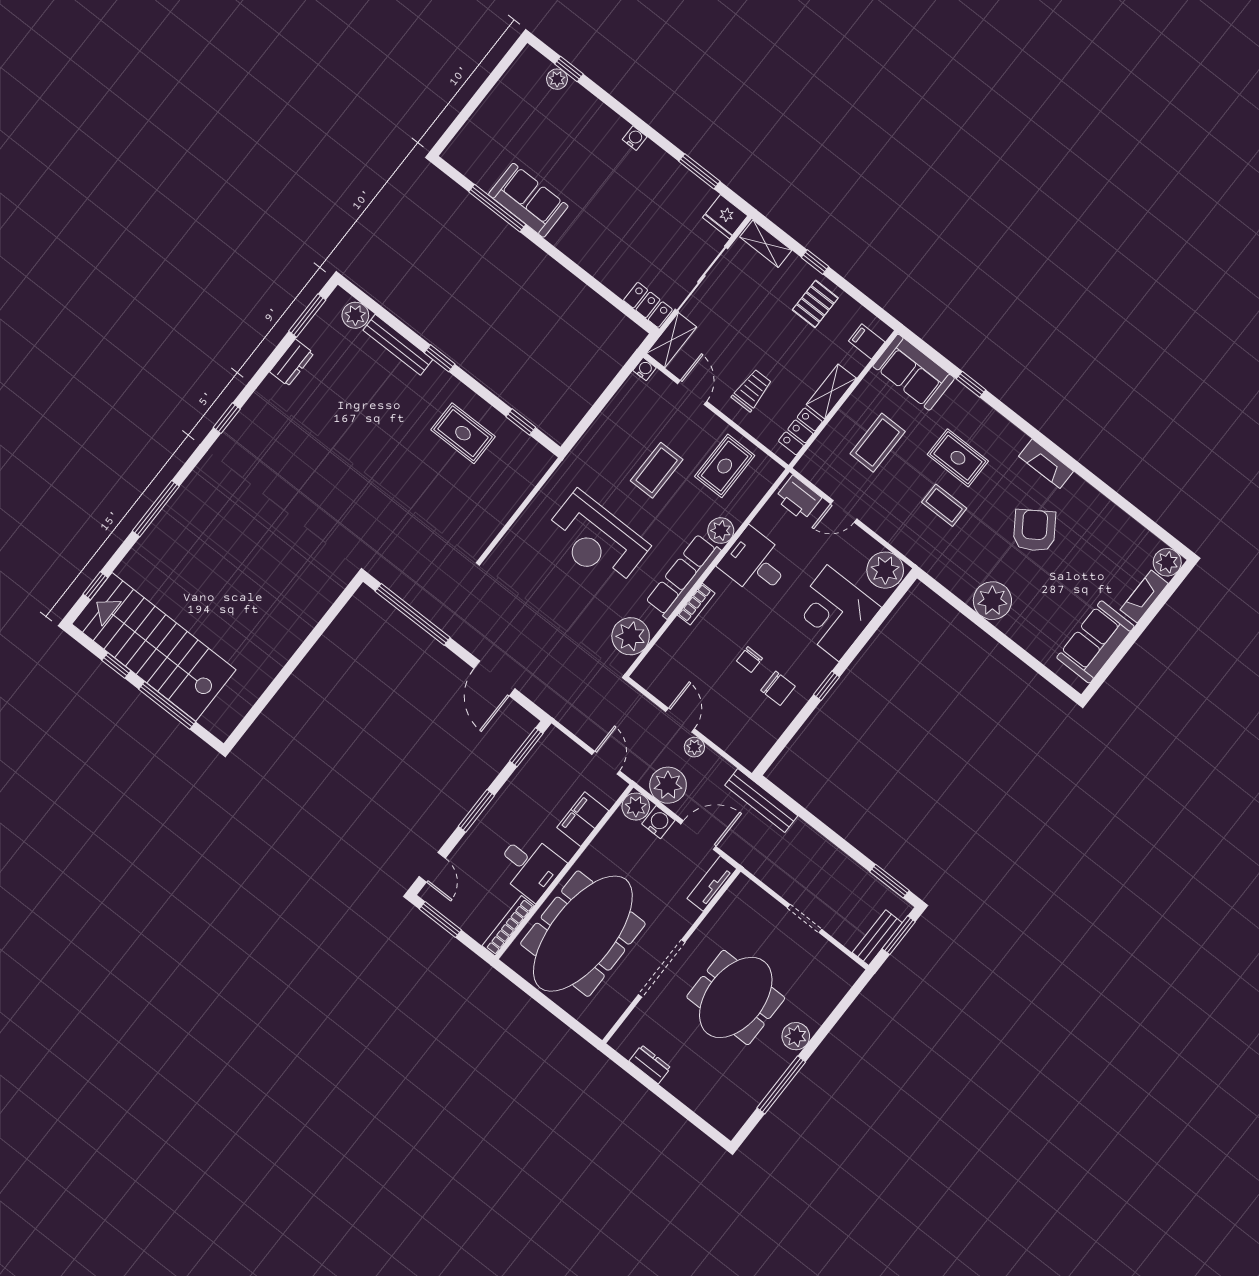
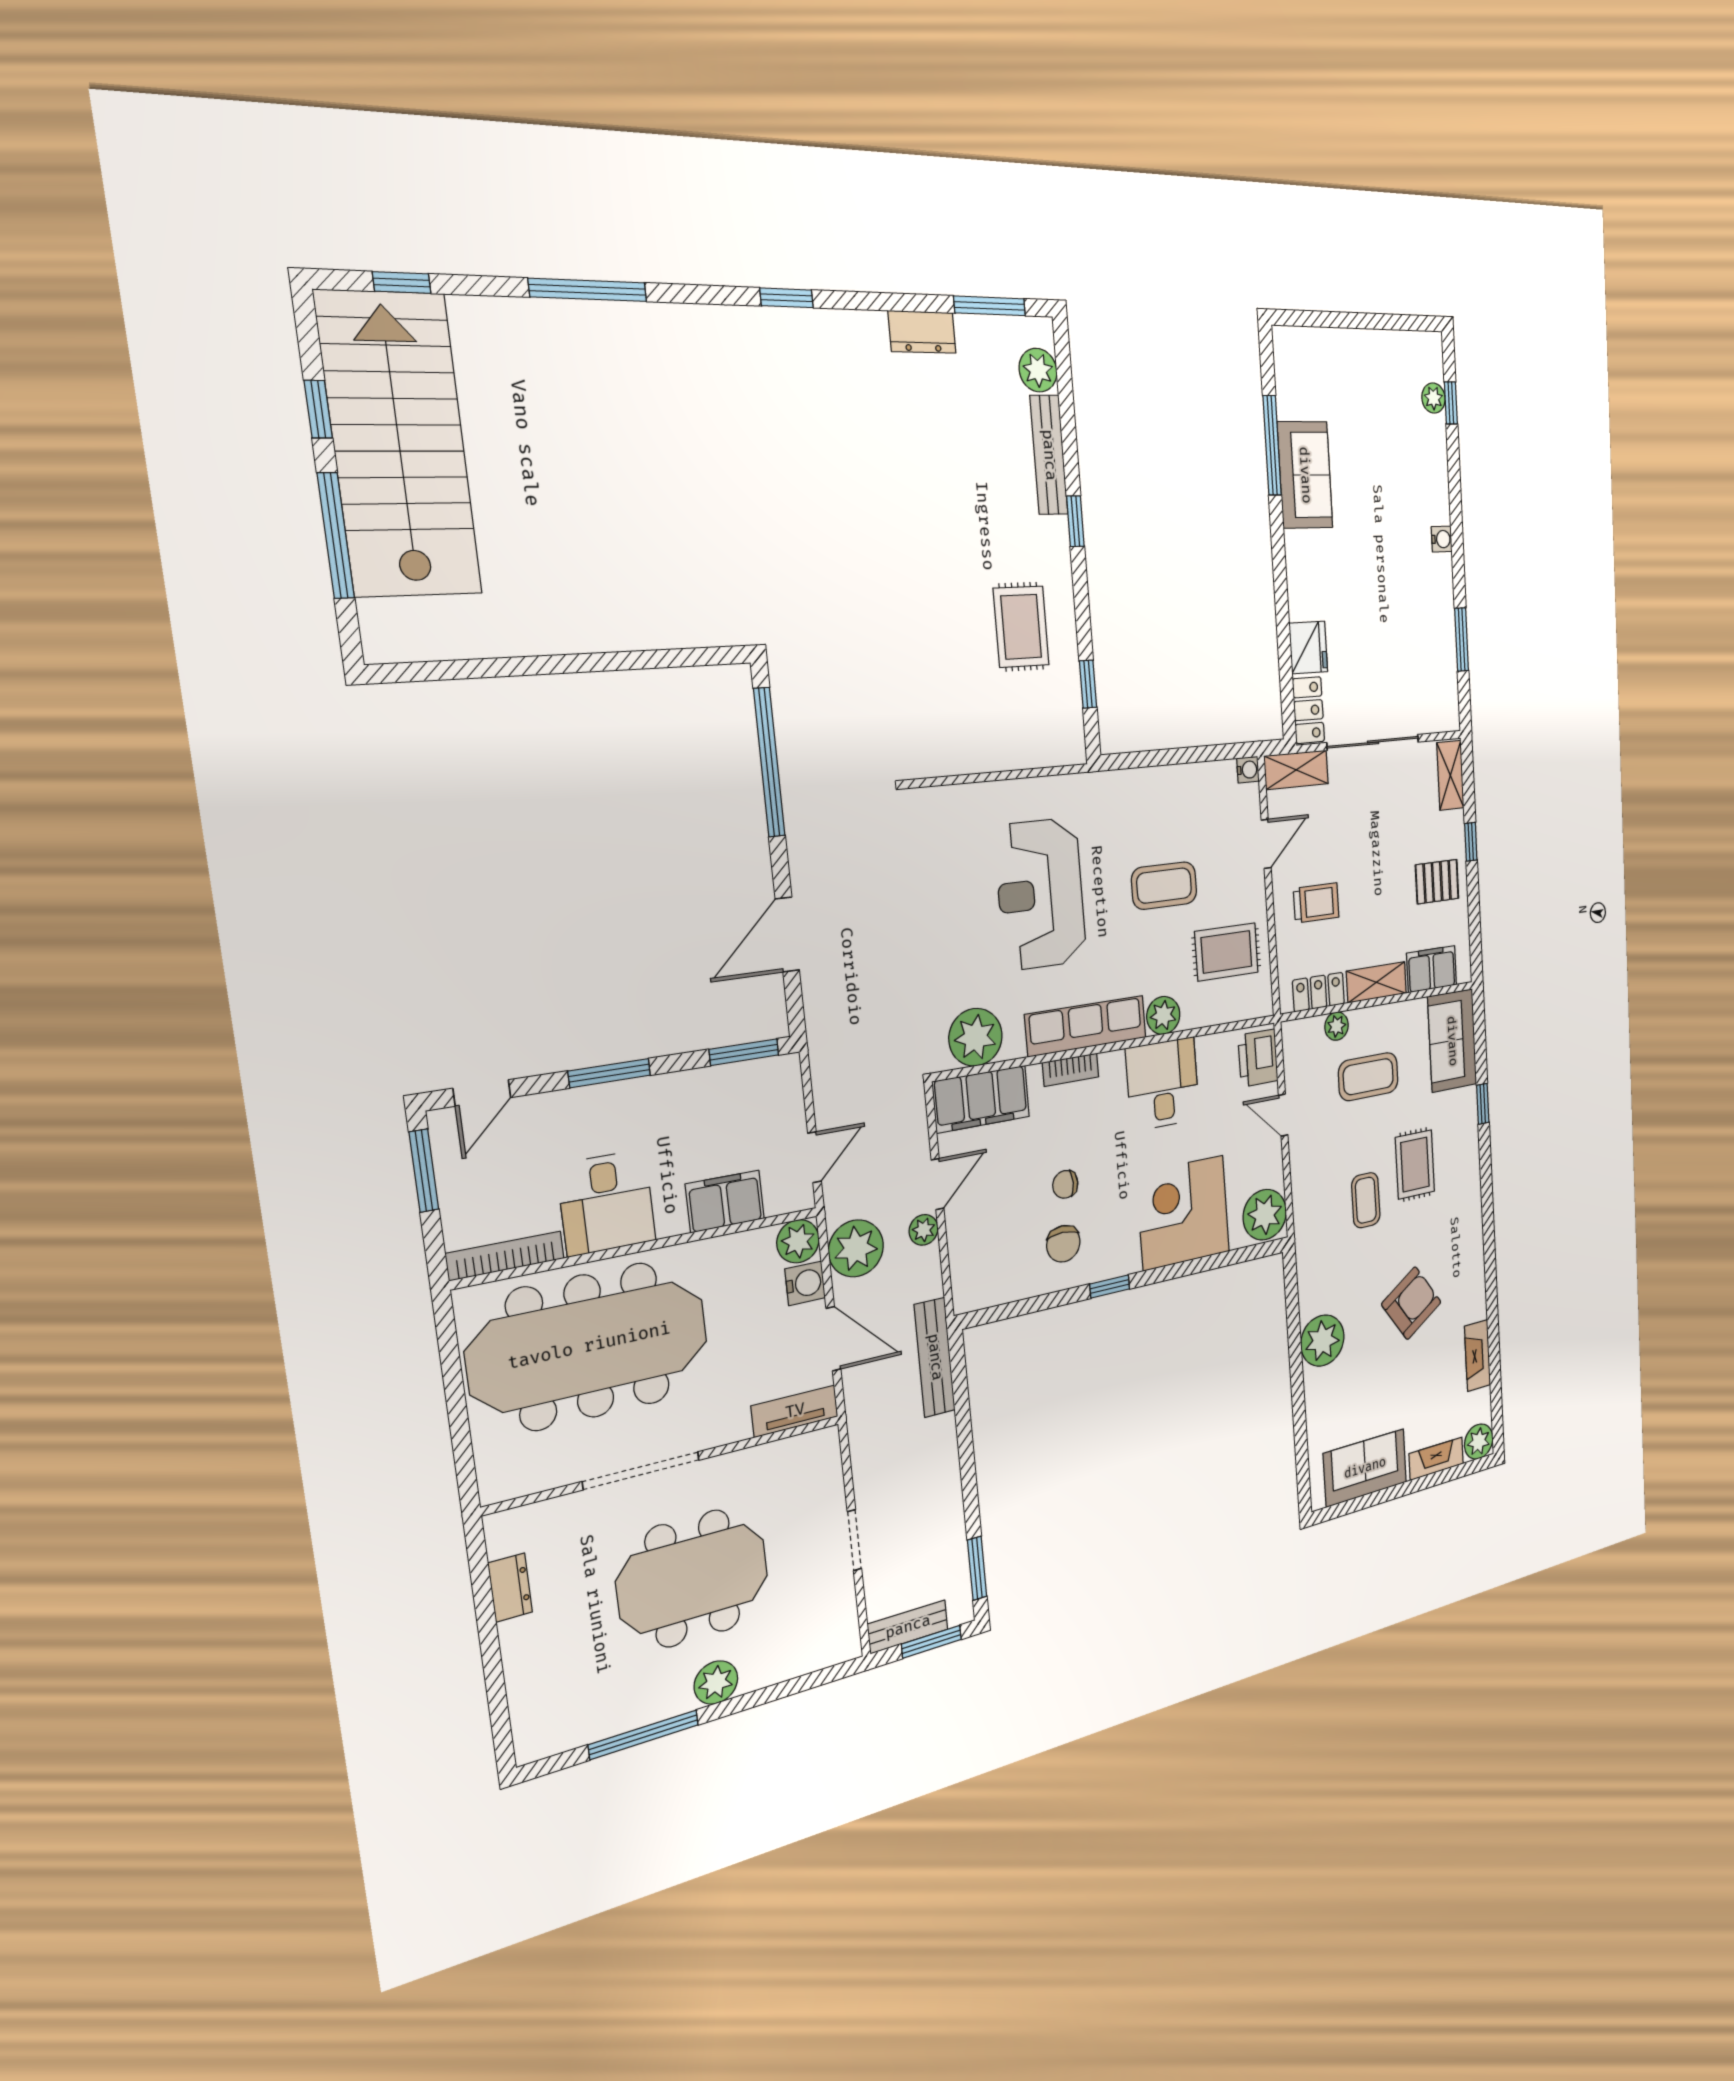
fridge: (725, 217) -> (1308, 647), moved, turned 180
filing cabinet: (867, 341) -> (1432, 969), width x2.00
plant: (830, 437) -> (1337, 1026), added
fireplace: (1046, 464) -> (1478, 1356), moved
filing cabinet: (663, 661) -> (981, 1099), added

